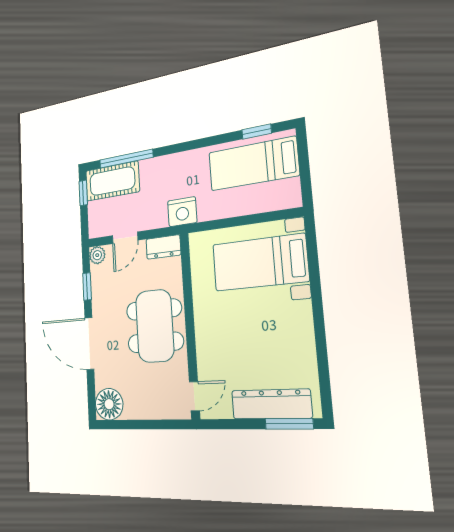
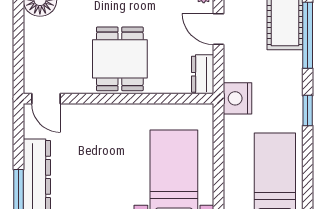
window: (257, 132) -> (308, 111), moved
dining table: (155, 326) -> (120, 59), width x0.73

